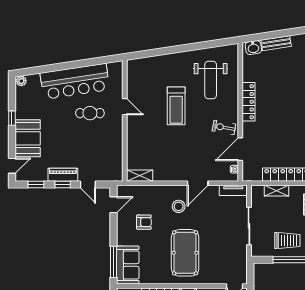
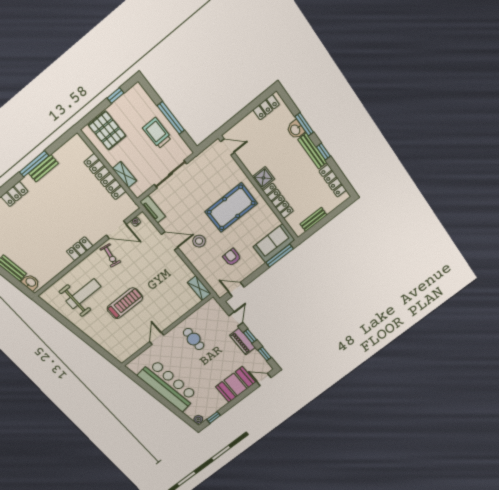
locker: (248, 102) -> (80, 249), width x0.66
cafe table: (90, 113) -> (194, 339), moved
window: (12, 118) -> (214, 417), moved

